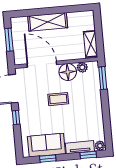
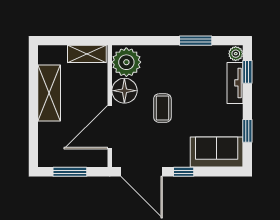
shelving: (48, 22) -> (49, 93), moved
plant: (82, 67) -> (126, 62), width x1.87, depth x1.87
window: (103, 78) -> (196, 41), moved
sofa: (46, 145) -> (217, 152), moved, turned 90

